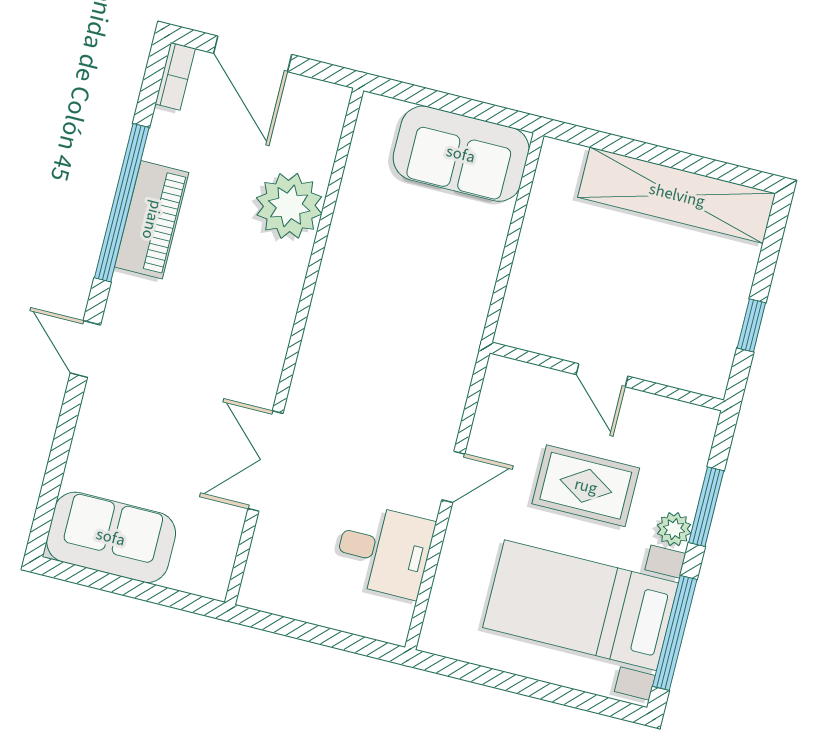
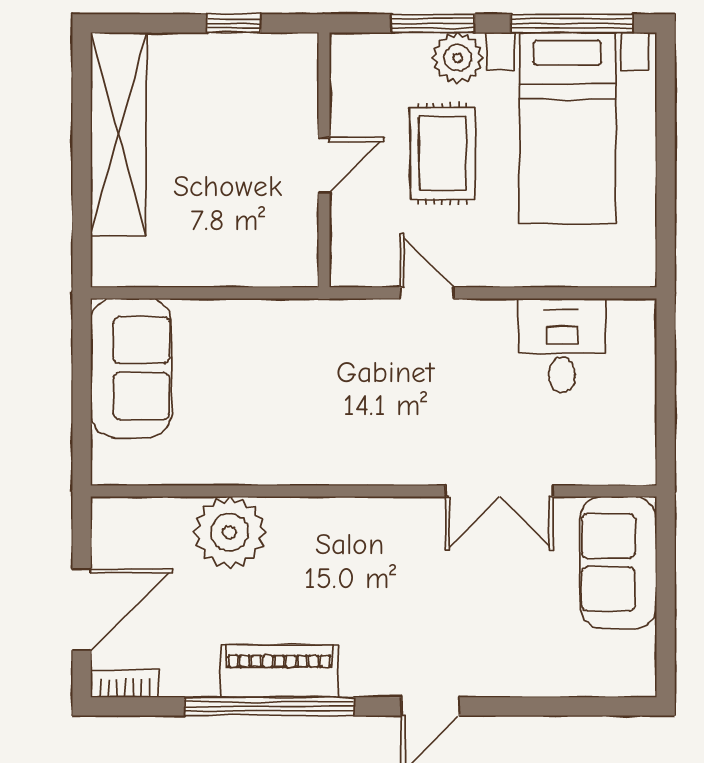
door: (453, 477) -> (427, 293), moved
plant: (674, 529) -> (458, 58), width x1.38, depth x1.38
sofa: (111, 537) -> (618, 563), moved

